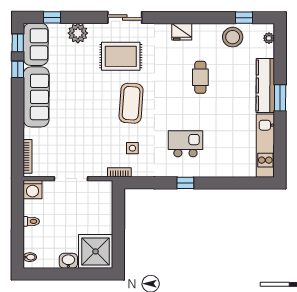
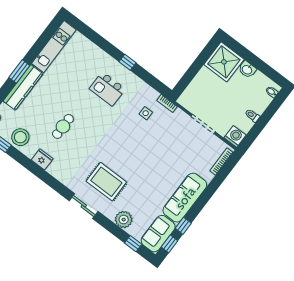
fridge: (182, 32) -> (42, 159), moved
coffee table: (131, 103) -> (123, 144), removed

